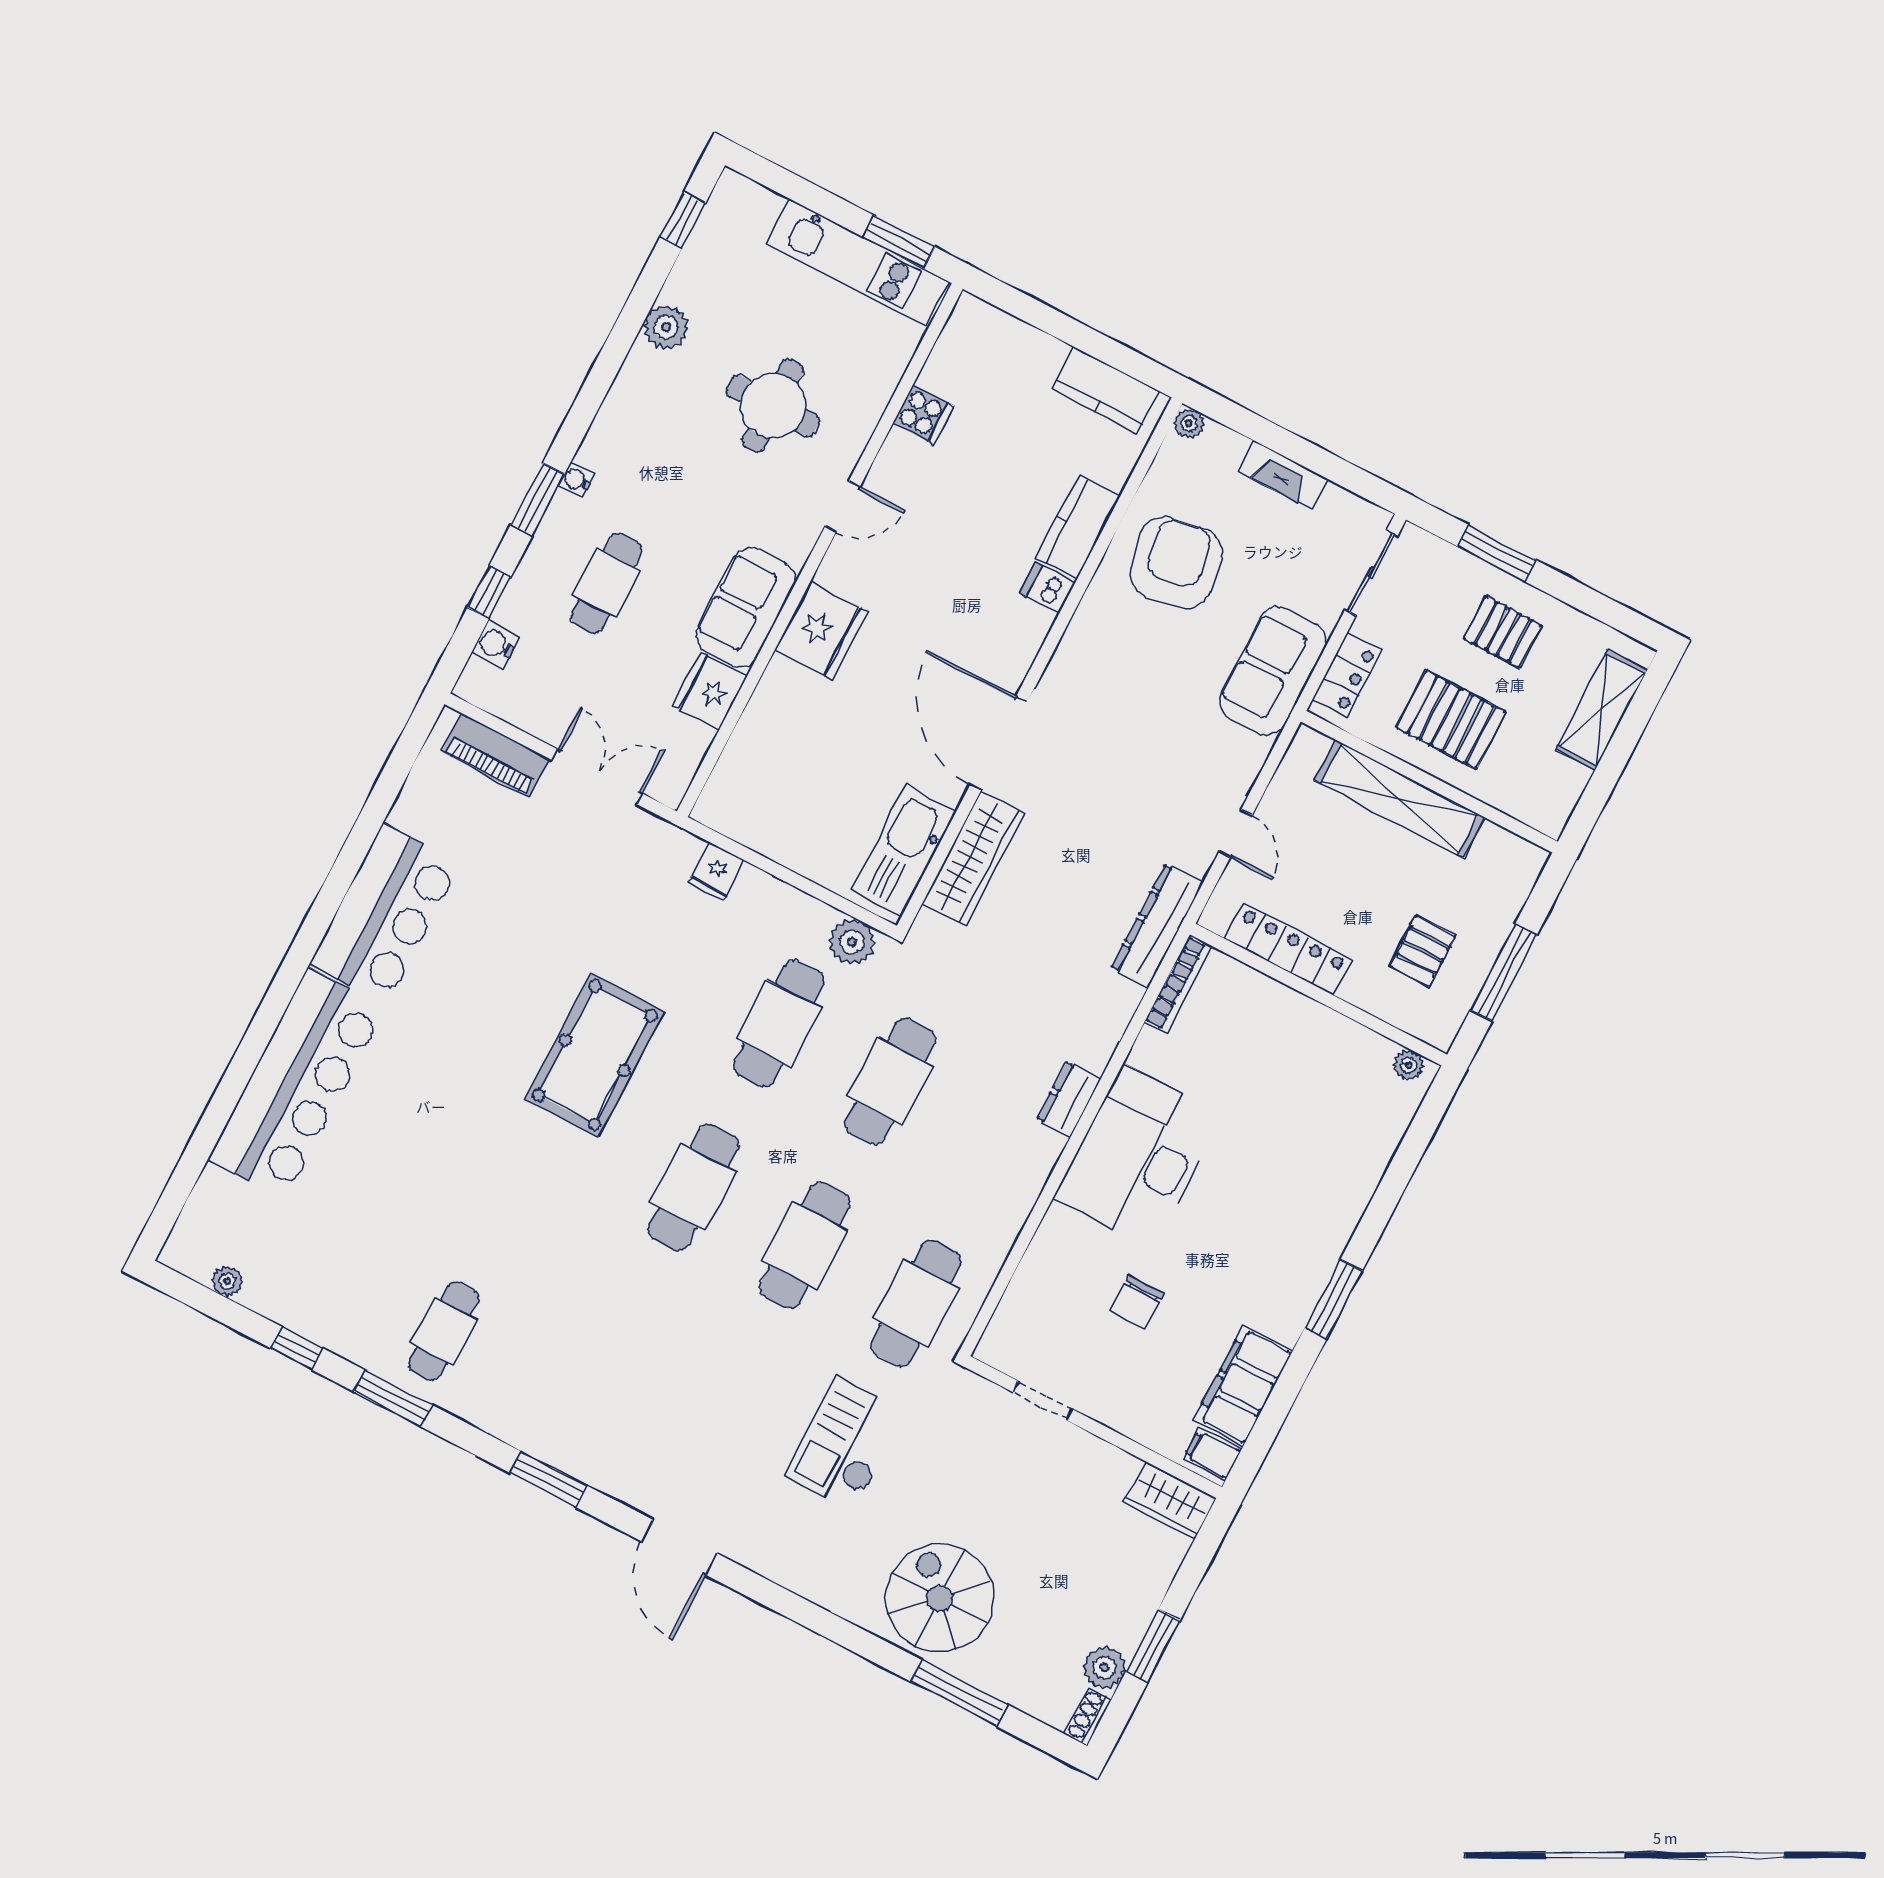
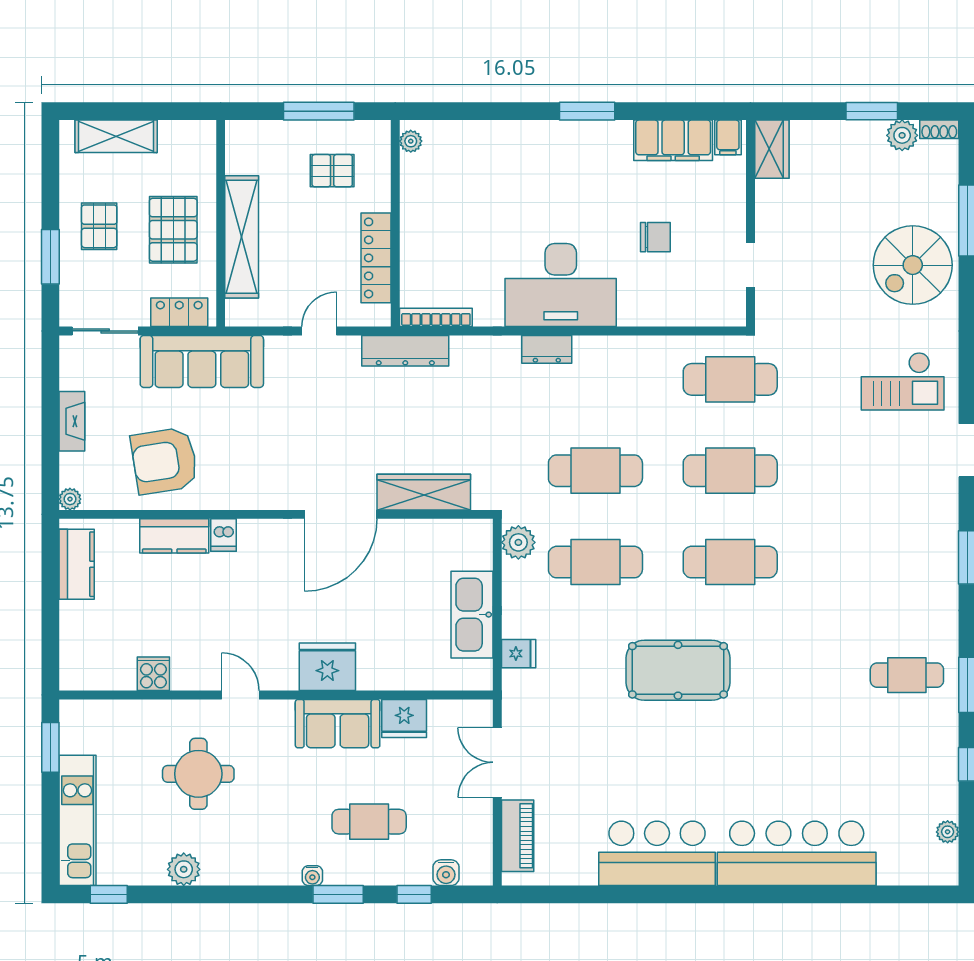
kitchen unit: (857, 262) -> (77, 820), moved
sofa: (1273, 671) -> (202, 361), width x1.36
kitchen sink: (904, 851) -> (472, 615), moved, turned 90
checkout: (845, 1444) -> (903, 381), moved

